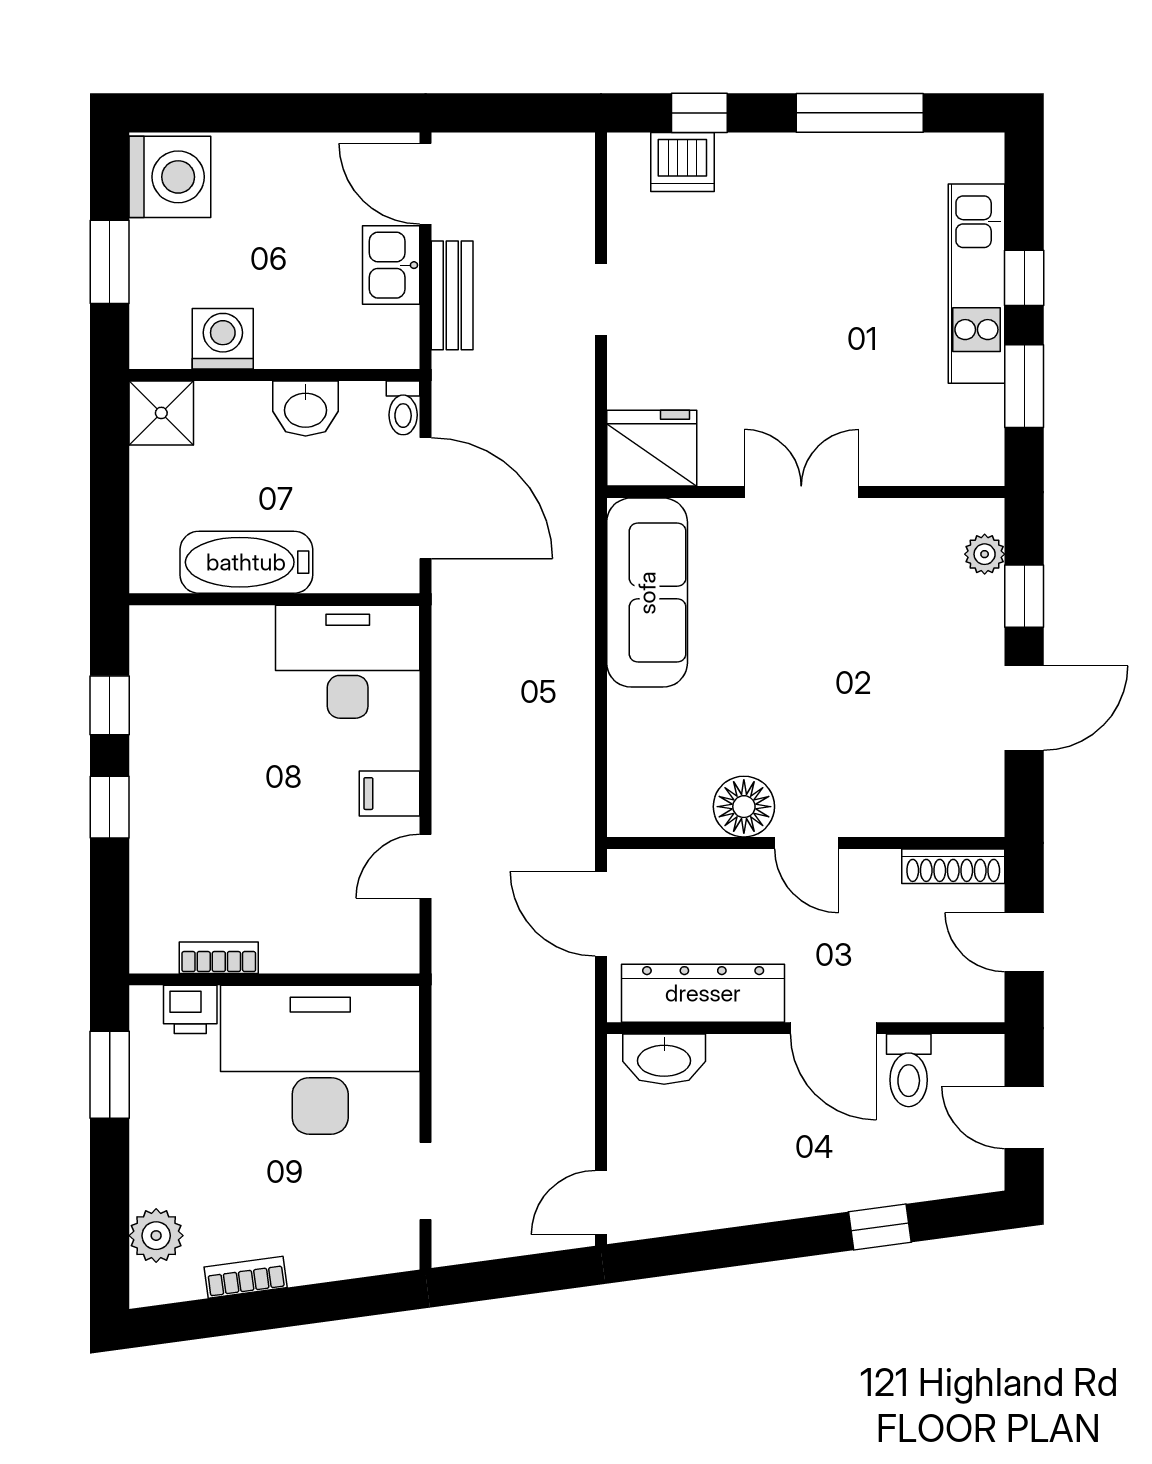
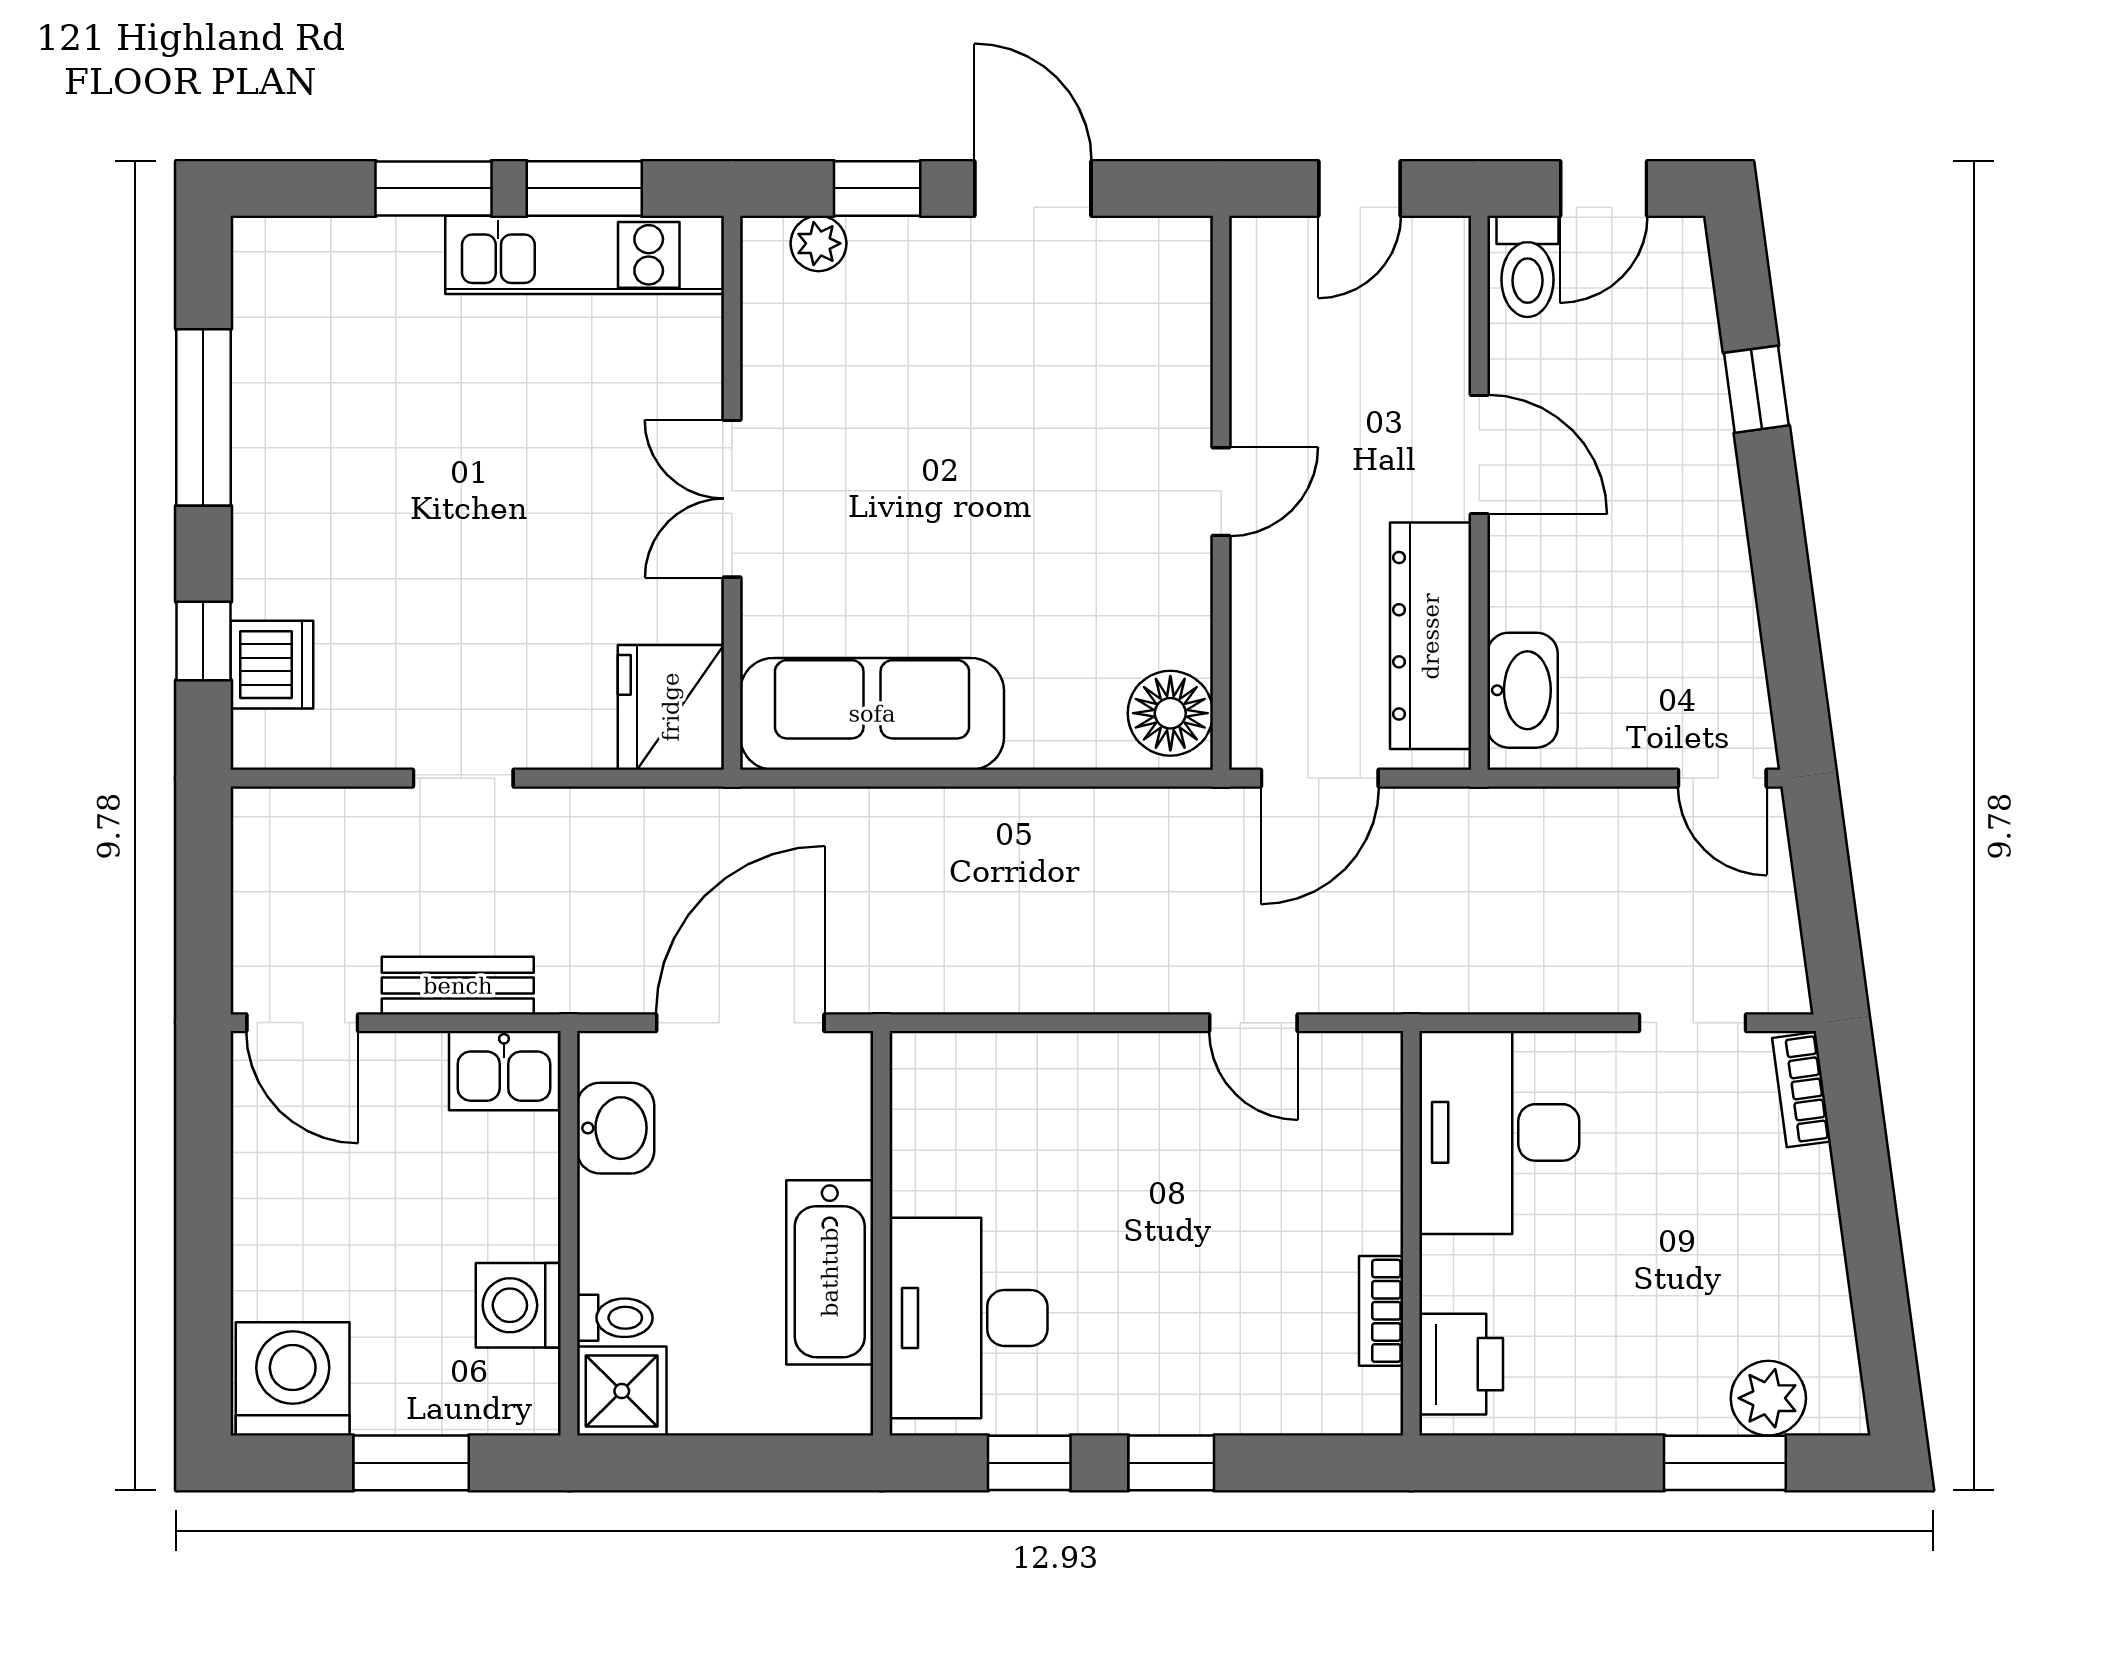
door: (426, 184) -> (302, 1023), hinge flipped
kitchen sink: (391, 265) -> (504, 1071), moved
window: (1024, 278) -> (434, 188), width x1.50
kitchen unit: (976, 284) -> (585, 255), moved
toilet: (403, 408) -> (615, 1318), moved
washbasin: (306, 409) -> (616, 1128), moved
desk: (348, 662) -> (968, 1318), moved
filing cabinet: (389, 794) -> (1152, 1073), removed
floor lamp: (744, 807) -> (1170, 713), moved
shoe rack: (953, 866) -> (1254, 287), removed
printer: (190, 1009) -> (1461, 1364), width x1.36, depth x1.24
door: (833, 1028) -> (1479, 454), hinge flipped
desk: (320, 1060) -> (1499, 1132), width x0.73, depth x0.77
toilet: (909, 1070) -> (1528, 266), moved, turned 90
window: (110, 1075) -> (1725, 1463), moved
bookcase: (246, 1277) -> (1801, 1090), moved

